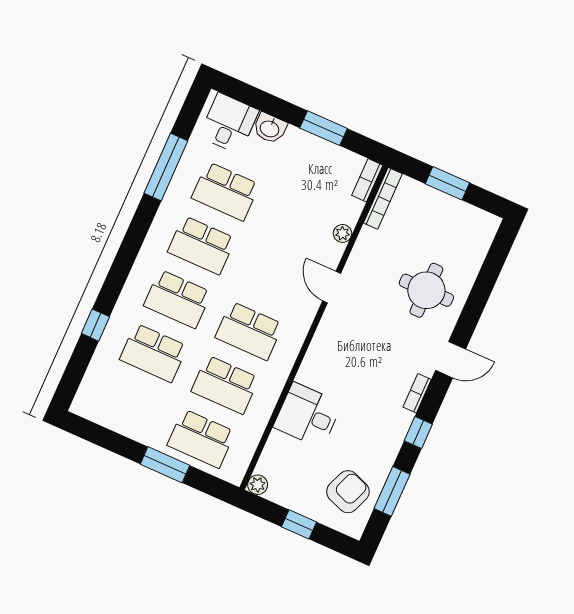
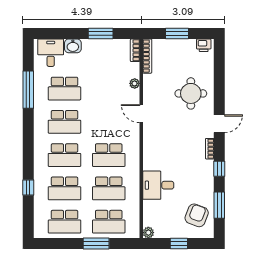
printer: (482, 222) -> (204, 45), added
school desk: (130, 407) -> (64, 222), added

